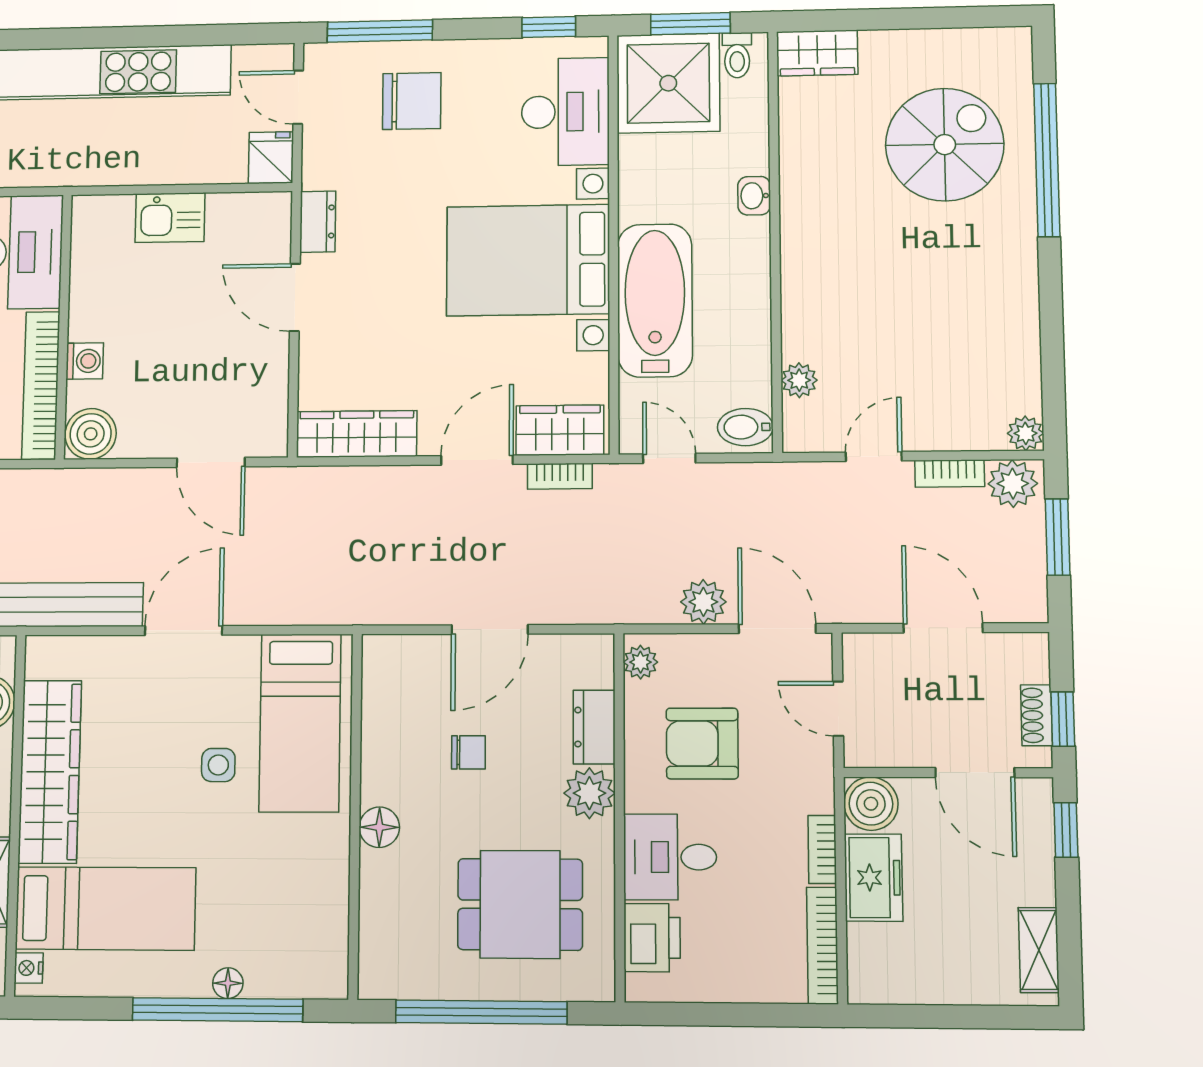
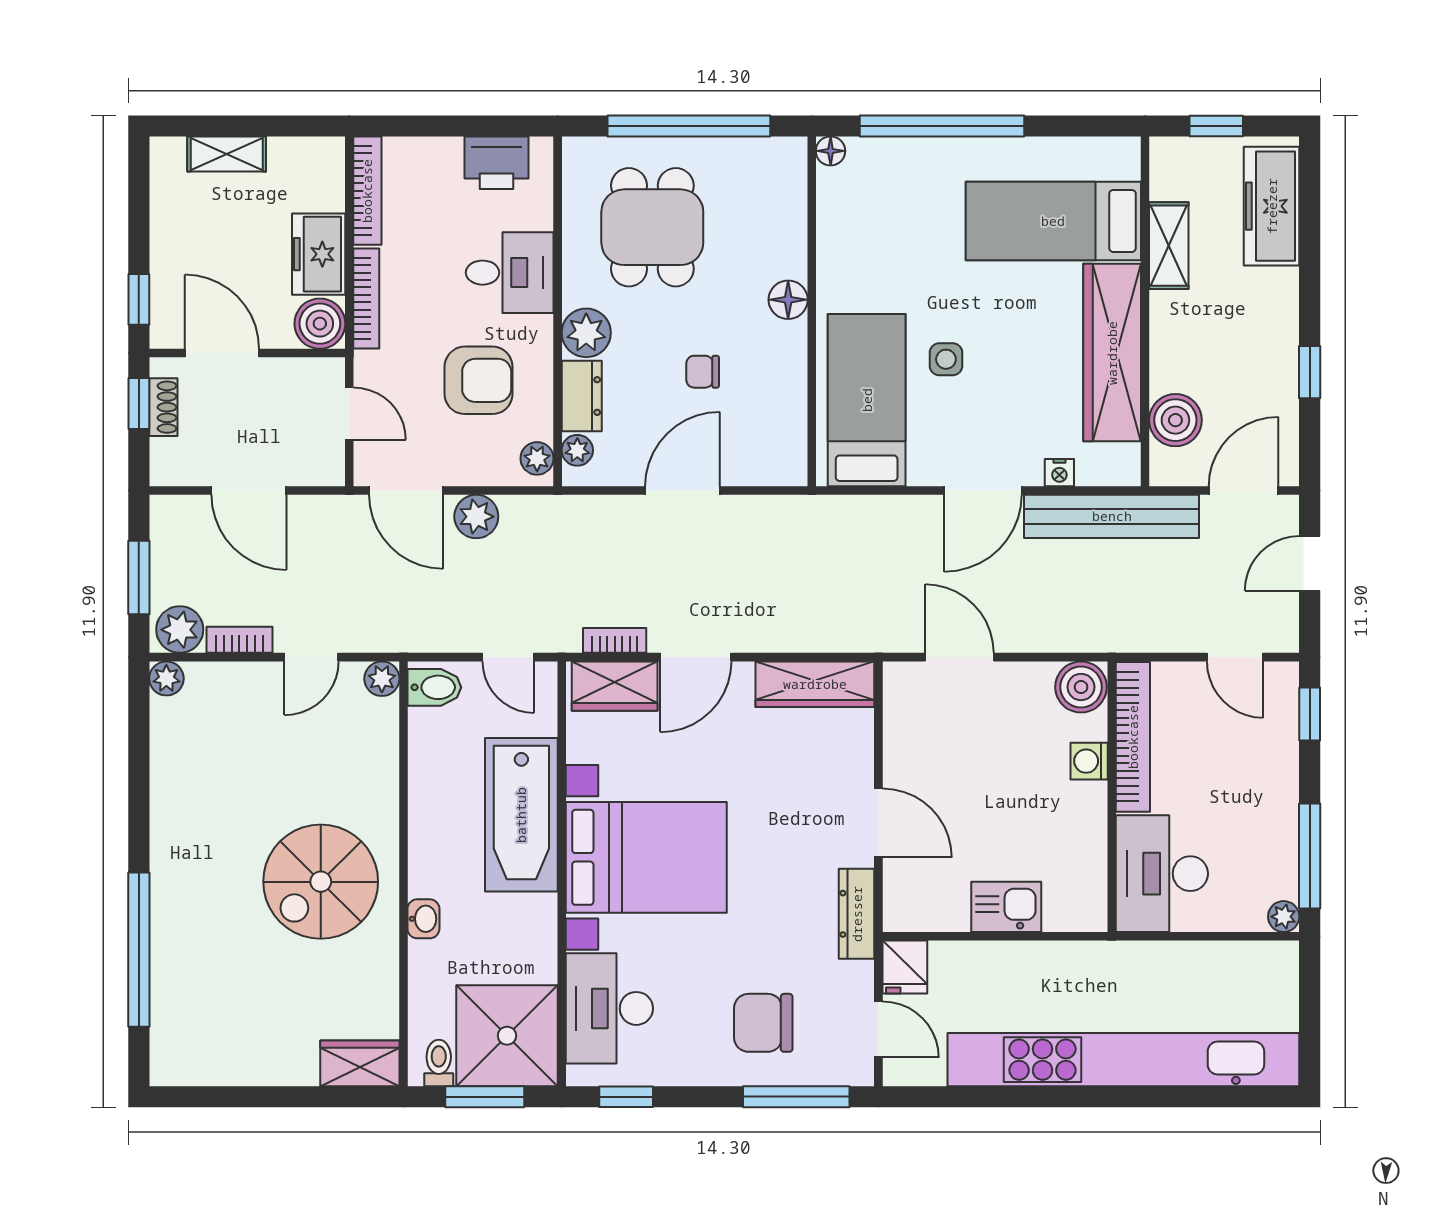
spiral stairs: (945, 145) -> (321, 882), moved
dresser: (318, 222) -> (857, 914), width x1.44
plant: (799, 380) -> (382, 679), moved
plant: (599, 671) -> (577, 450), added
bookcase: (822, 849) -> (366, 298), width x1.56
dining table: (520, 904) -> (652, 227), turned 90
printer: (652, 938) -> (496, 163), moved, turned -90
shelving: (1039, 950) -> (227, 154), moved, turned 90
nightstand: (29, 968) -> (1059, 473), moved, turned 90
floor lamp: (228, 983) -> (831, 151), moved

